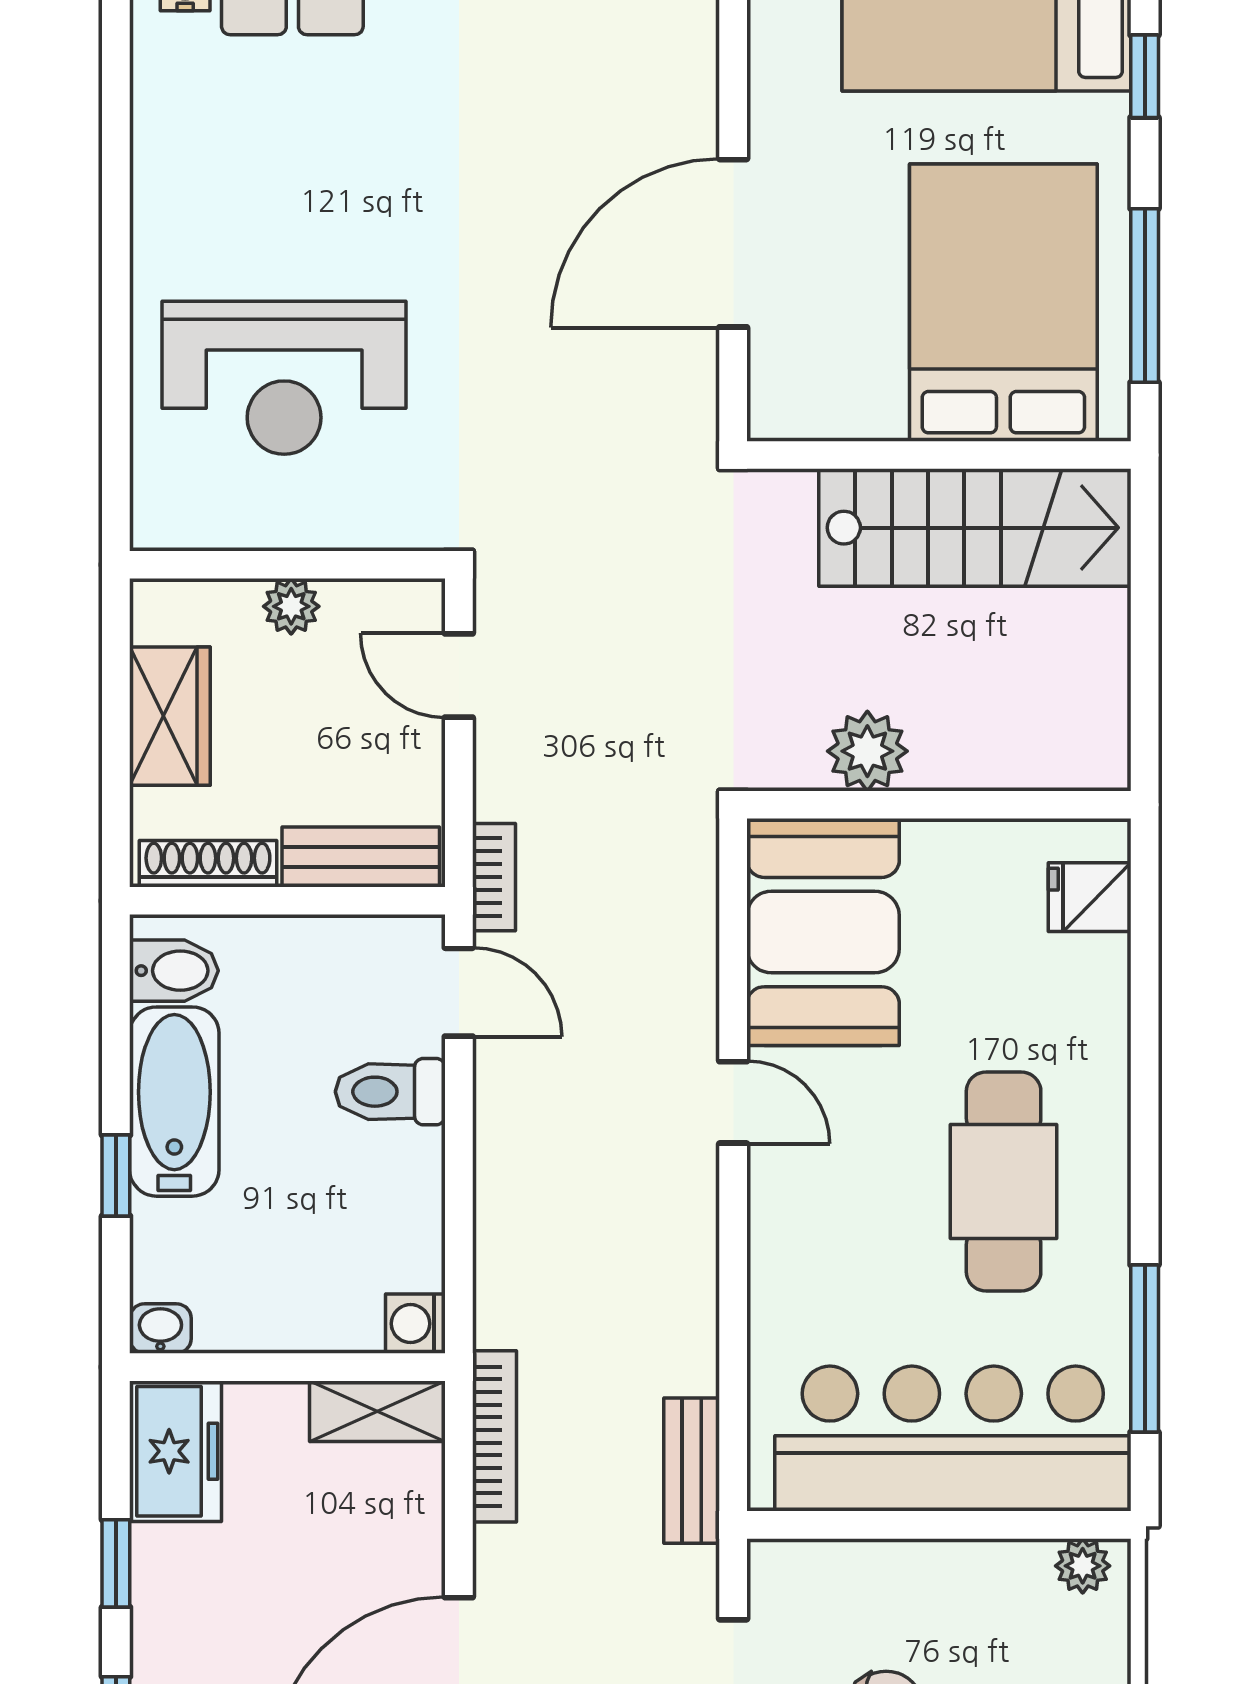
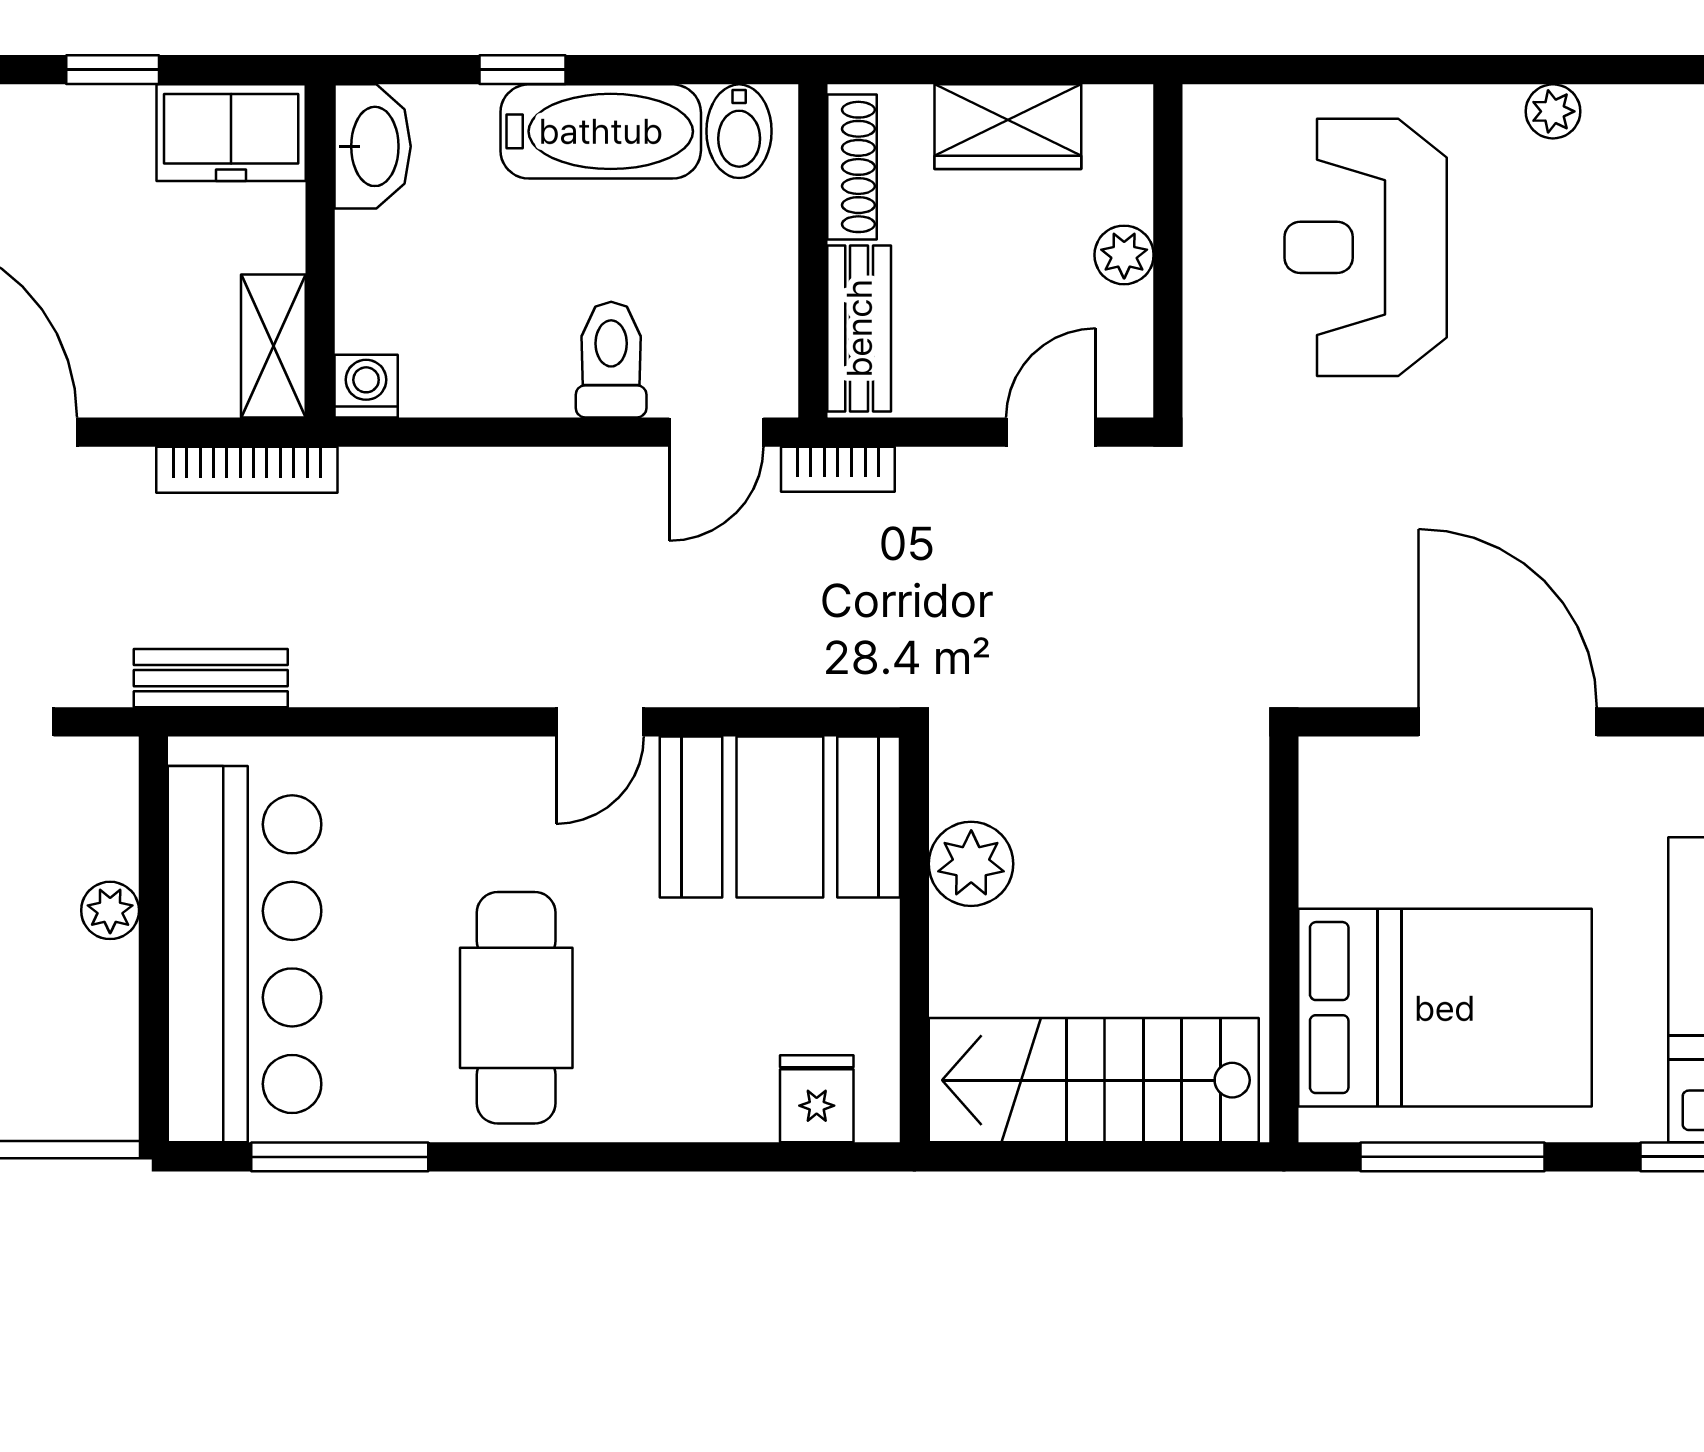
plant: (155, 200) -> (1553, 111), added
stairs: (975, 528) -> (1094, 1080), moved, turned 90
cafe table: (1004, 1181) -> (516, 1008), turned 90
washbasin: (160, 1329) -> (373, 146), width x1.91, depth x1.45
plant: (1083, 1566) -> (110, 910), moved

